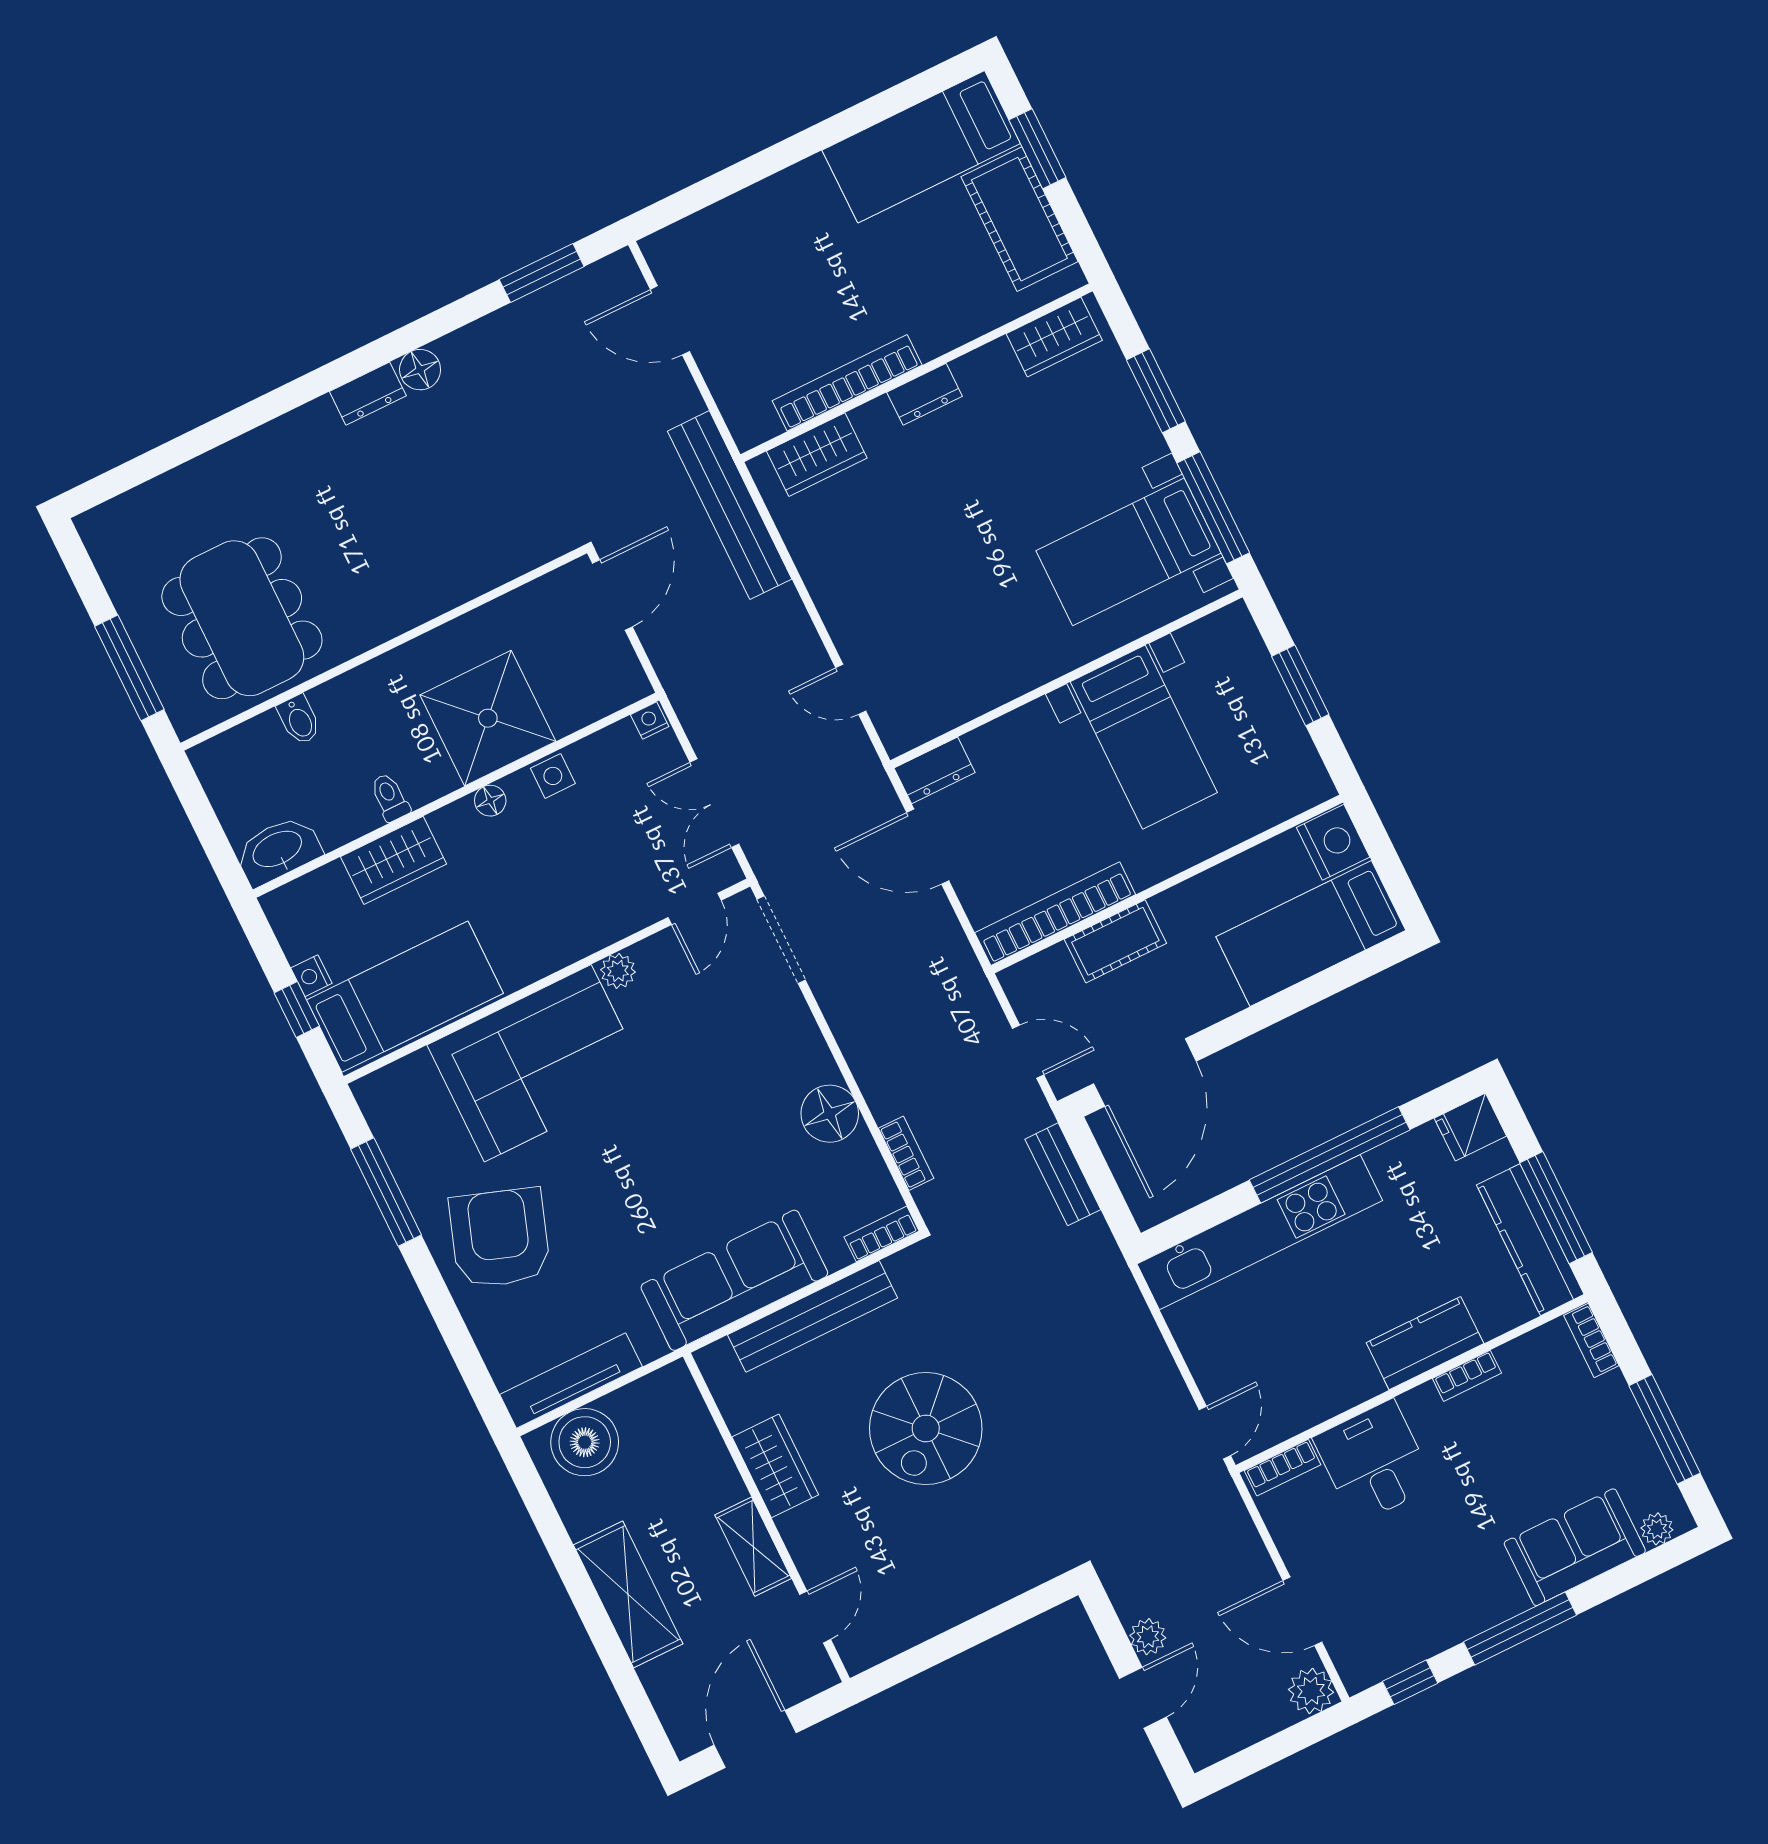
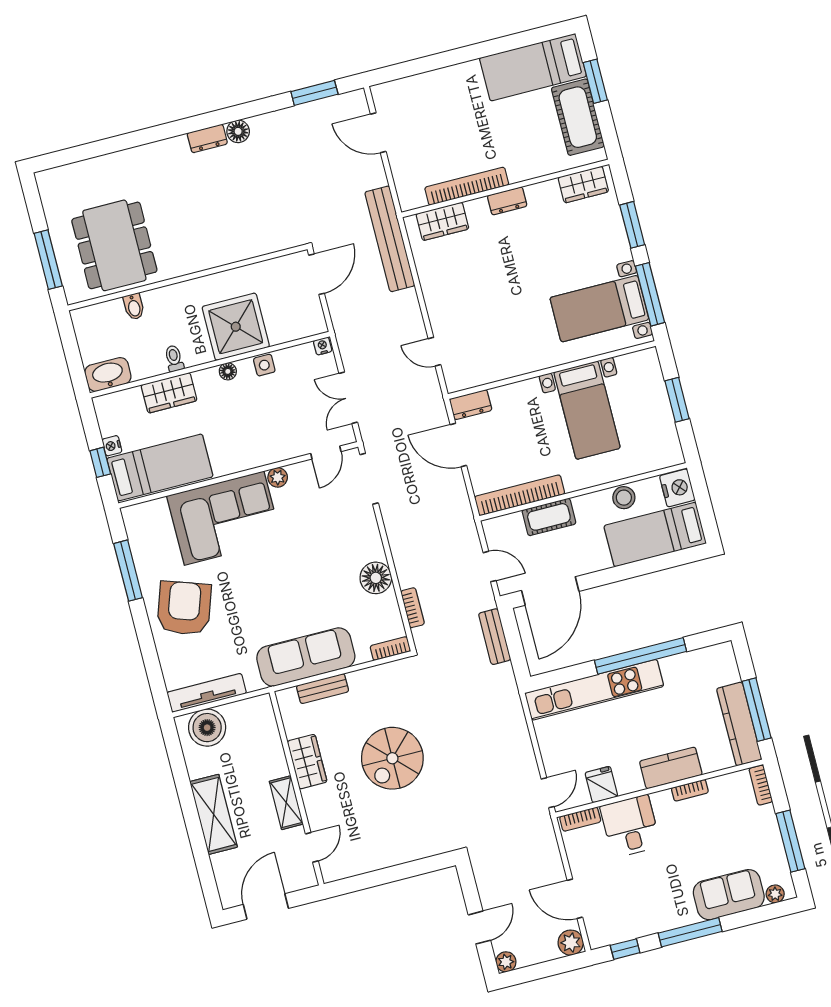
stool: (1242, 879) -> (624, 498), added
fridge: (1470, 1127) -> (601, 785), moved, turned 90
bench: (812, 1316) -> (323, 689), width x0.54, depth x0.82
plant: (1148, 1637) -> (506, 962), moved

